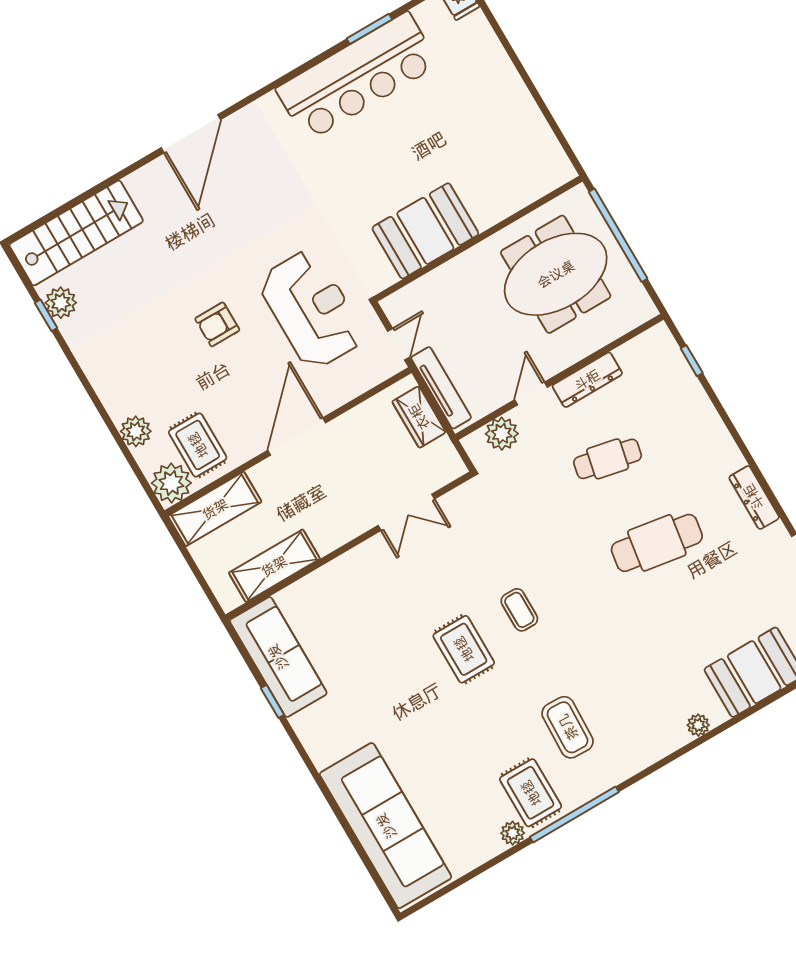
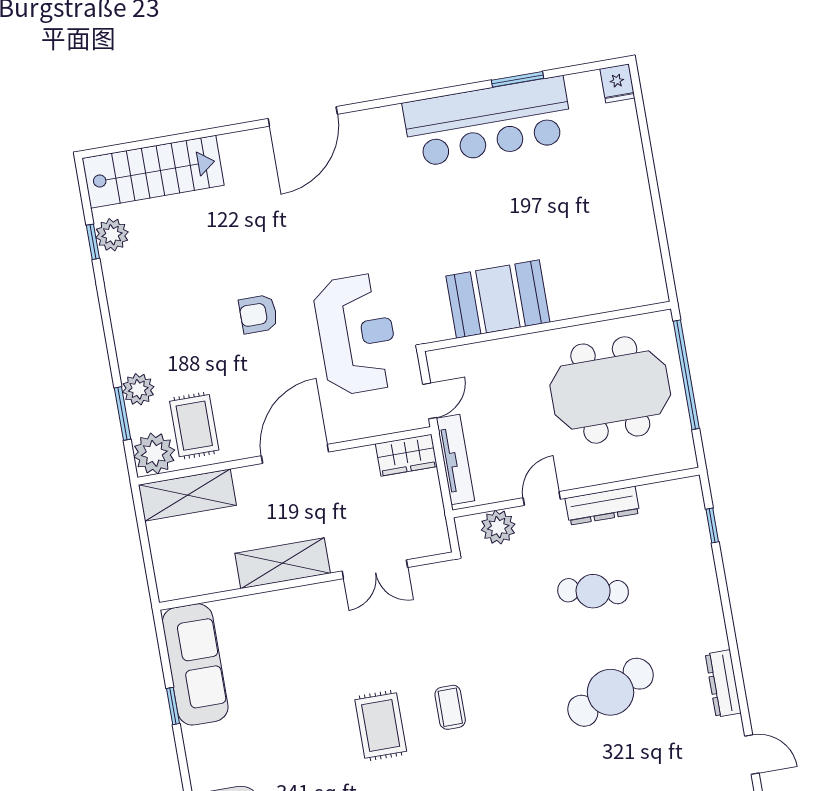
wardrobe: (419, 417) -> (406, 455), moved, turned -90
window: (130, 458) -> (122, 413), added
cafe table: (657, 543) -> (610, 692), turned -33
shelving: (274, 566) -> (283, 563), moved

